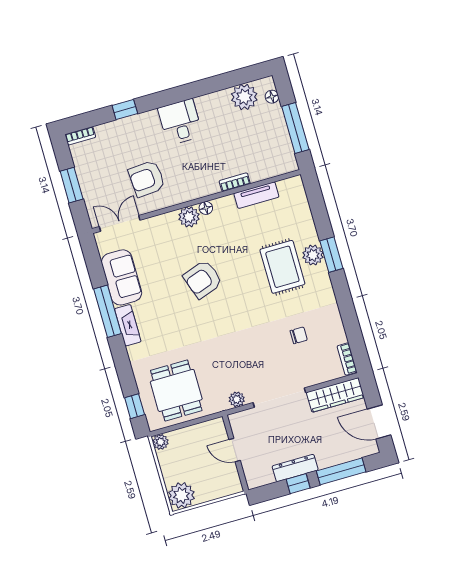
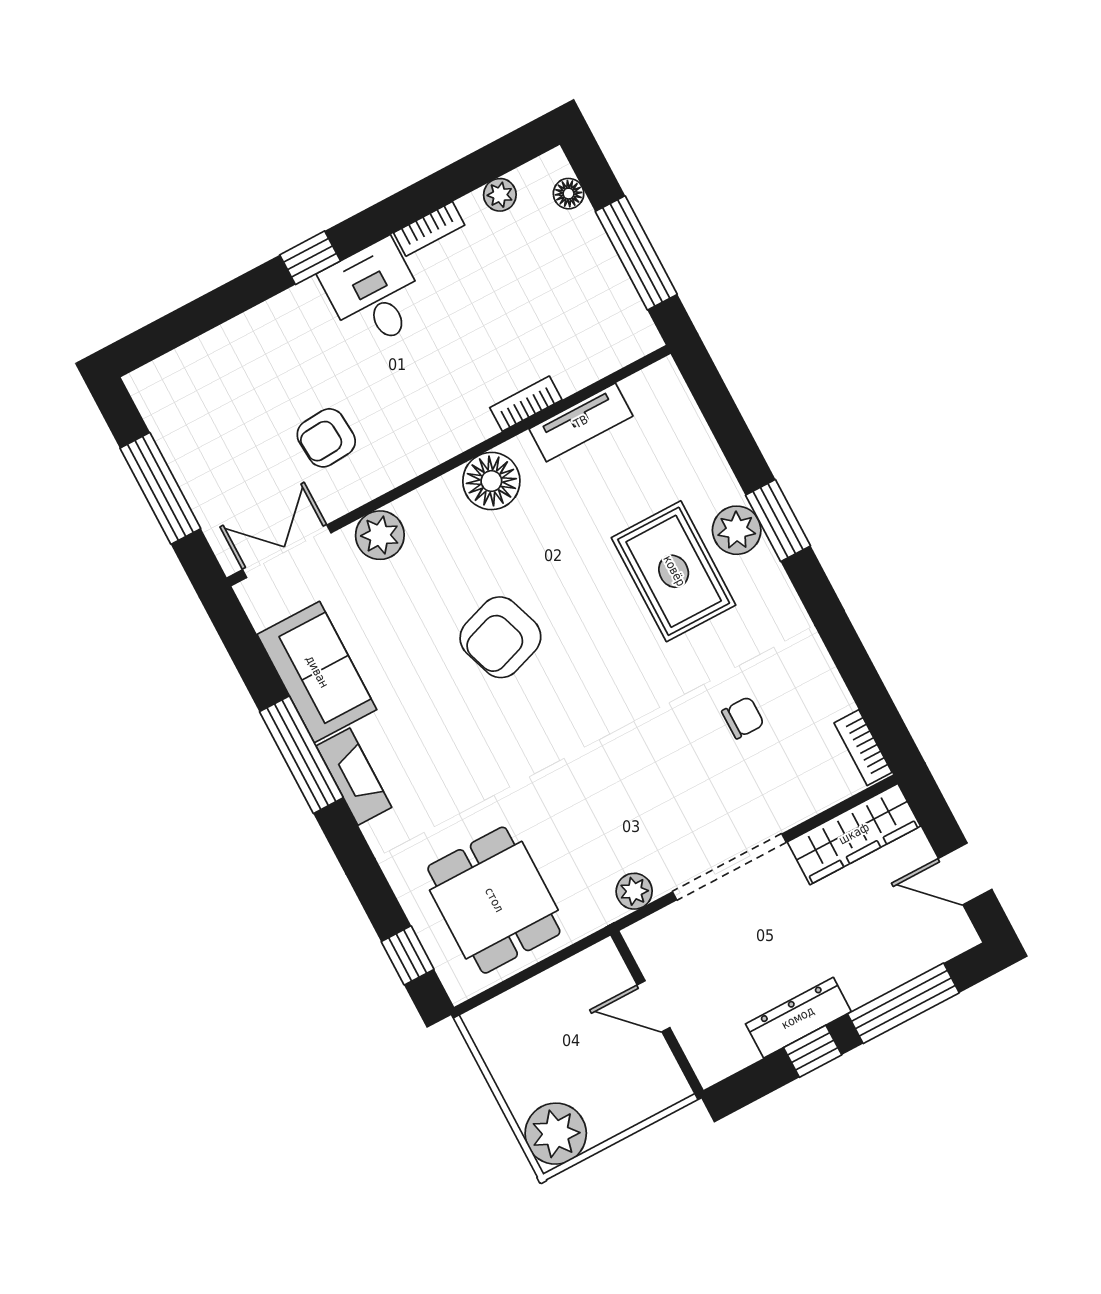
plant: (244, 97) -> (500, 195), width x0.53, depth x0.53
window: (125, 110) -> (310, 258), moved
bookcase: (80, 136) -> (429, 229), moved
armchair: (147, 179) -> (326, 438), width x0.72, depth x0.72
window: (72, 185) -> (160, 488), width x1.44
floor lamp: (206, 208) -> (491, 481), width x1.89, depth x1.89
plant: (189, 217) -> (380, 535), moved
door: (379, 422) -> (965, 874), width x0.73
plant: (161, 442) -> (483, 1023), removed

